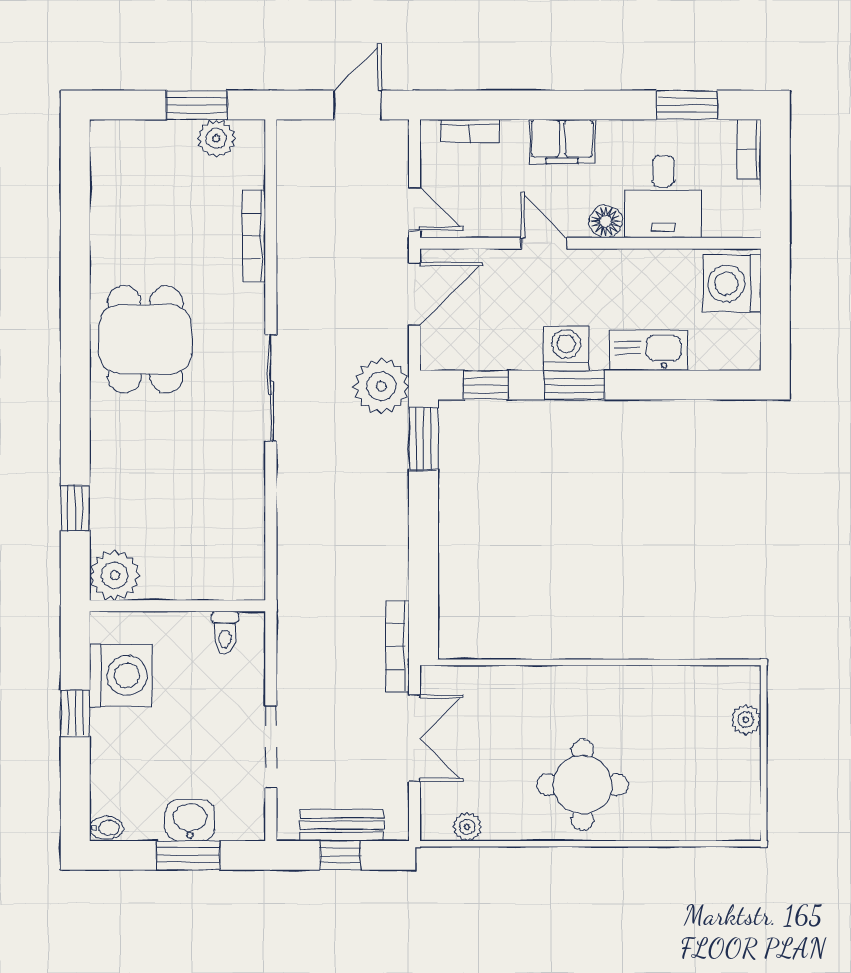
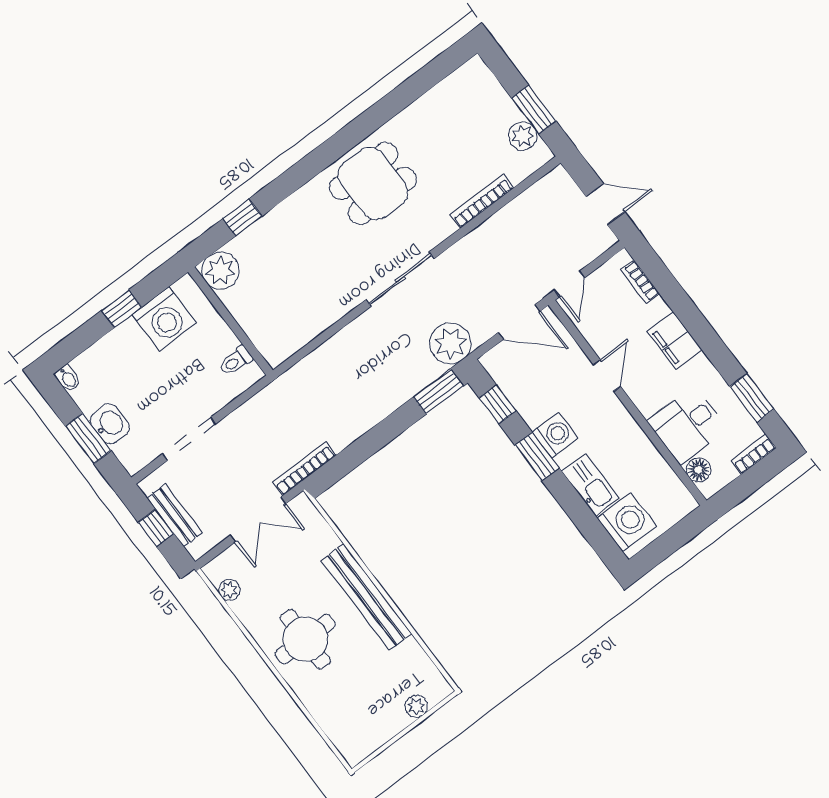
floor lamp: (606, 221) -> (698, 470), moved
washing machine: (732, 284) -> (627, 522), moved, turned 90
bench: (587, 684) -> (366, 597), added

